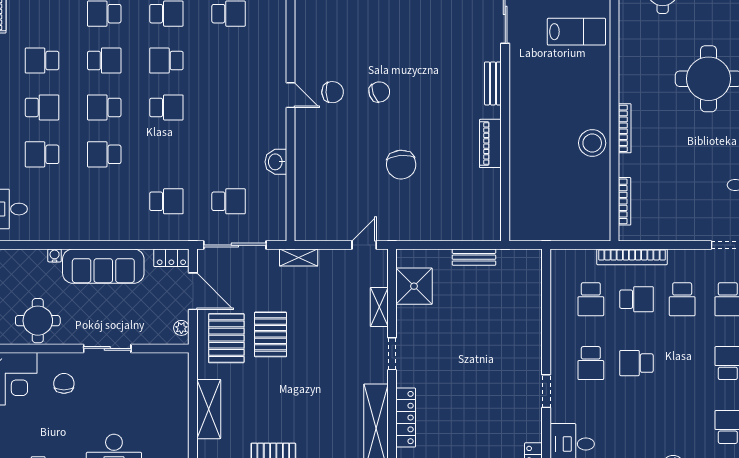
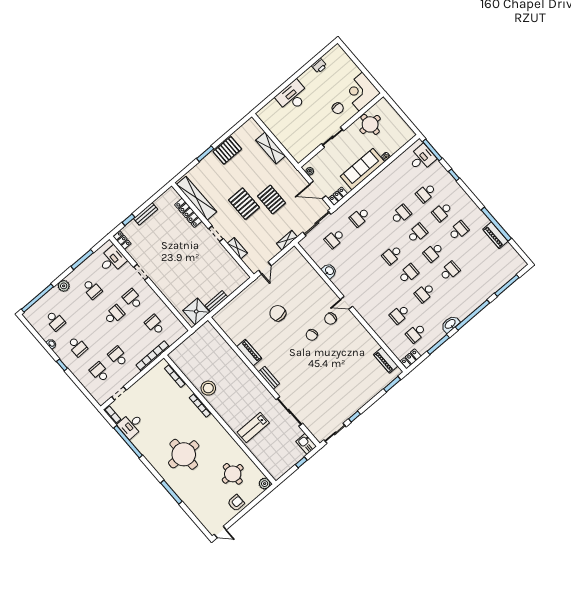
school desk: (42, 154) -> (426, 193), turned 180
shower: (414, 286) -> (196, 311), moved
school desk: (636, 299) -> (92, 289), moved, turned -90
pallet: (226, 338) -> (244, 204), moved

